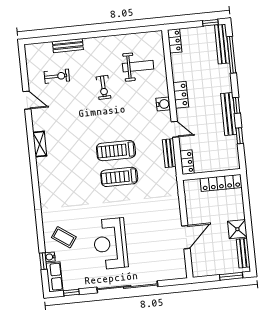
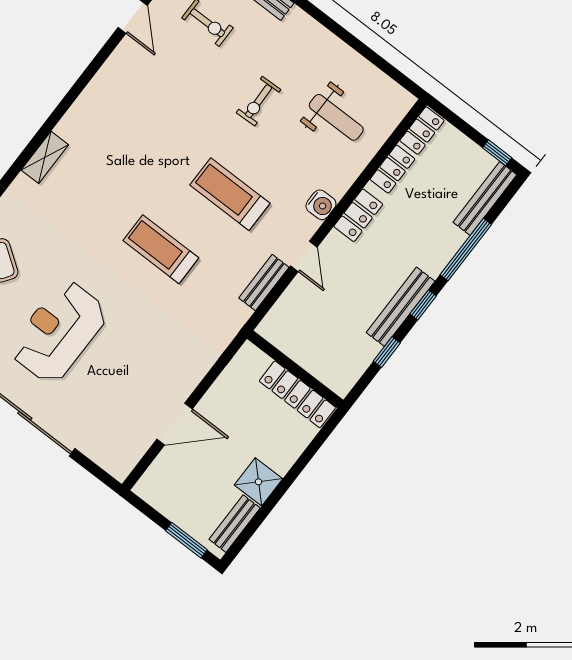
window: (231, 55) -> (466, 250), moved
shelving: (40, 144) -> (45, 157), moved
treadmill: (116, 151) -> (230, 194), moved
locker: (187, 162) -> (392, 169), moved

